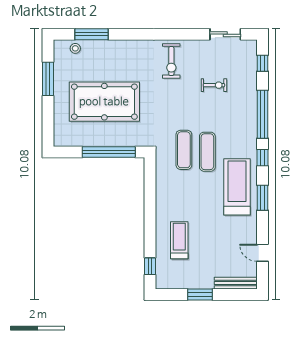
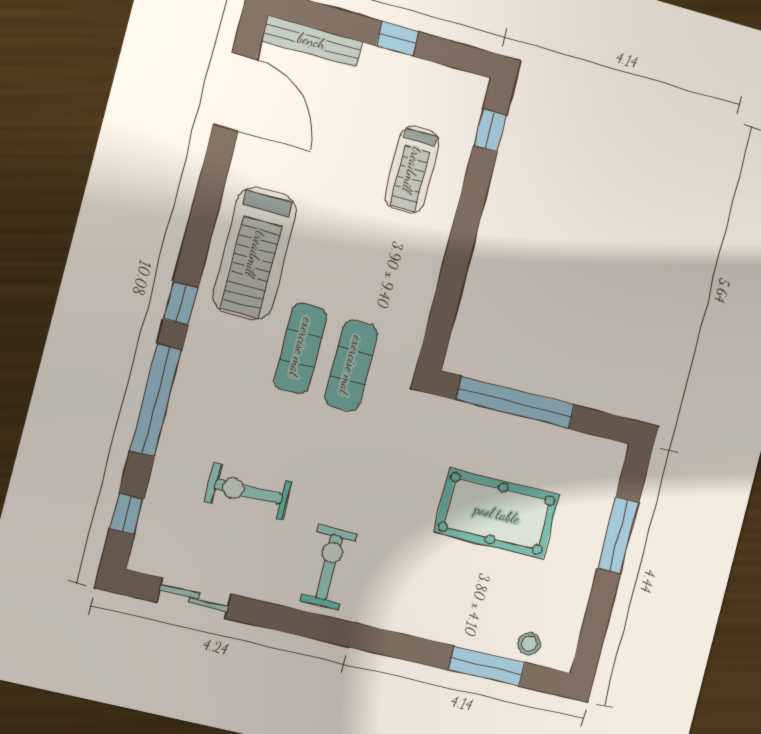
window: (48, 79) -> (618, 535), moved
exercise bike: (214, 85) -> (248, 492), width x1.38, depth x1.39
pool table: (104, 102) -> (497, 514), width x0.73, depth x0.76
window: (262, 198) -> (204, 214), removed
door: (262, 253) -> (235, 92), width x1.87
window: (200, 294) -> (397, 39), width x0.67

